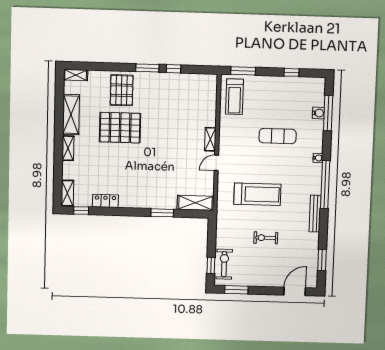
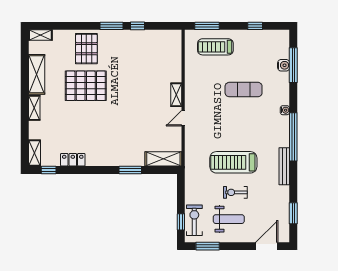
treadmill: (234, 97) -> (215, 47), moved, turned 90
treadmill: (257, 194) -> (233, 162), moved, turned 180
weight bench: (258, 264) -> (229, 219), added

